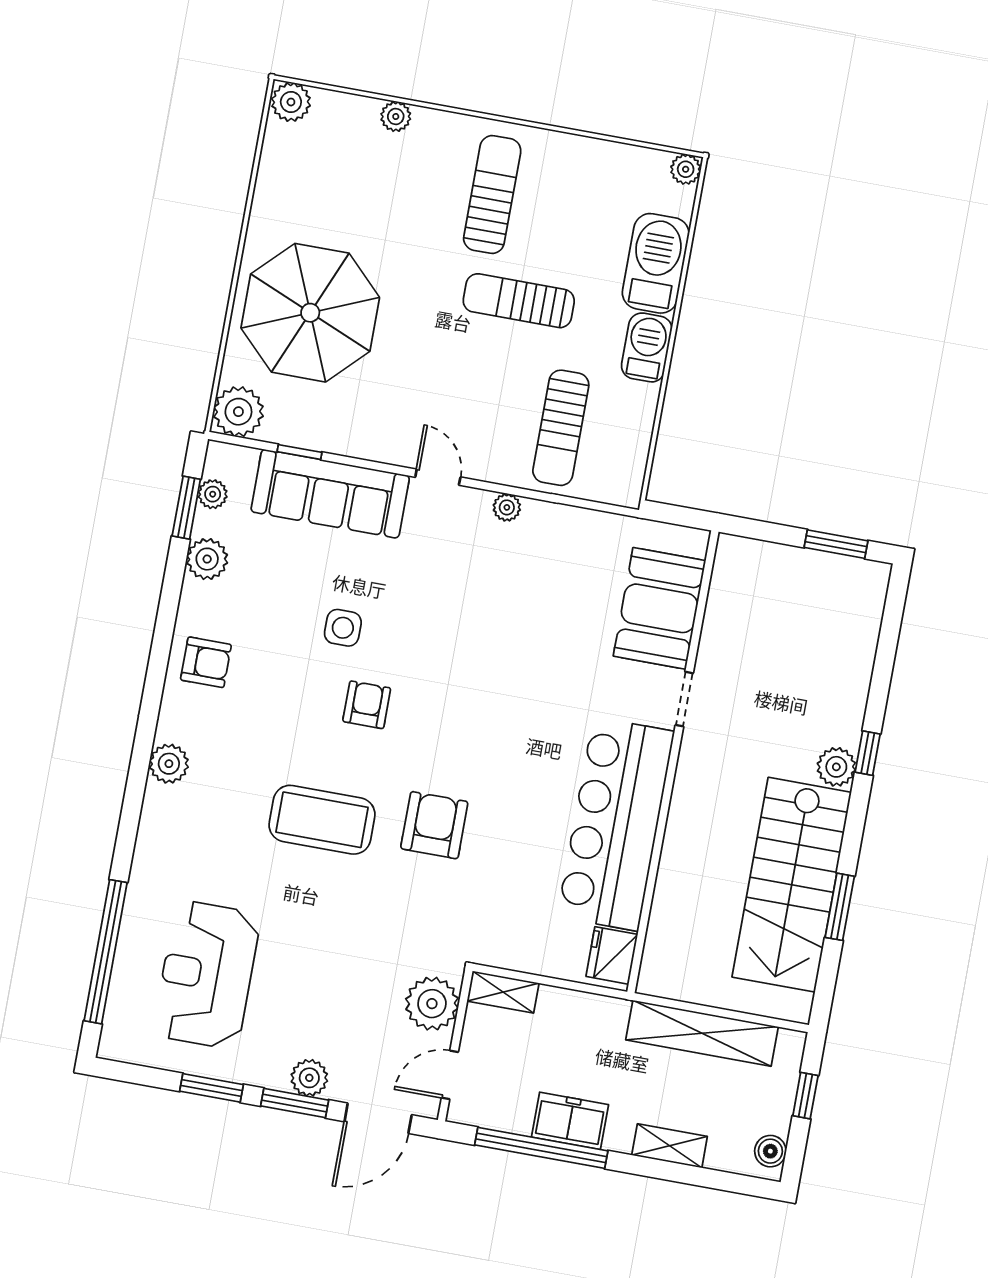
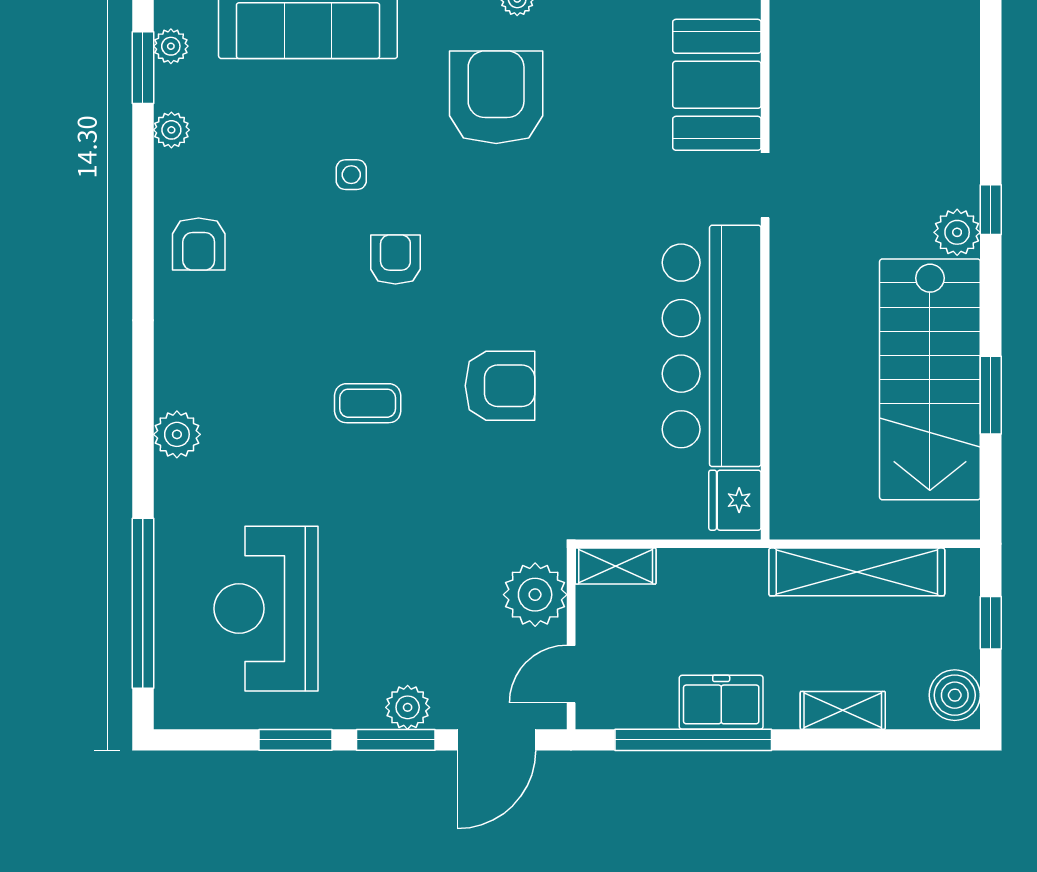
plant: (207, 559) -> (171, 130), width x0.73, depth x0.73
armchair: (475, 585) -> (496, 97), added
side table: (343, 628) -> (351, 175), width x0.73, depth x0.73
armchair: (206, 662) -> (199, 244), turned 90
plant: (169, 764) -> (177, 434), moved
coffee table: (322, 820) -> (368, 403), width x0.54, depth x0.58
armchair: (434, 825) -> (500, 386), turned 90
boiler: (770, 1151) -> (955, 695), width x1.36, depth x1.36

